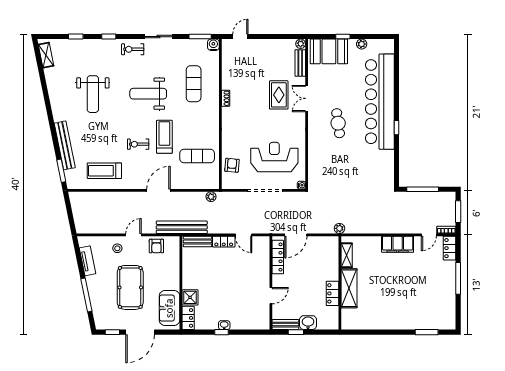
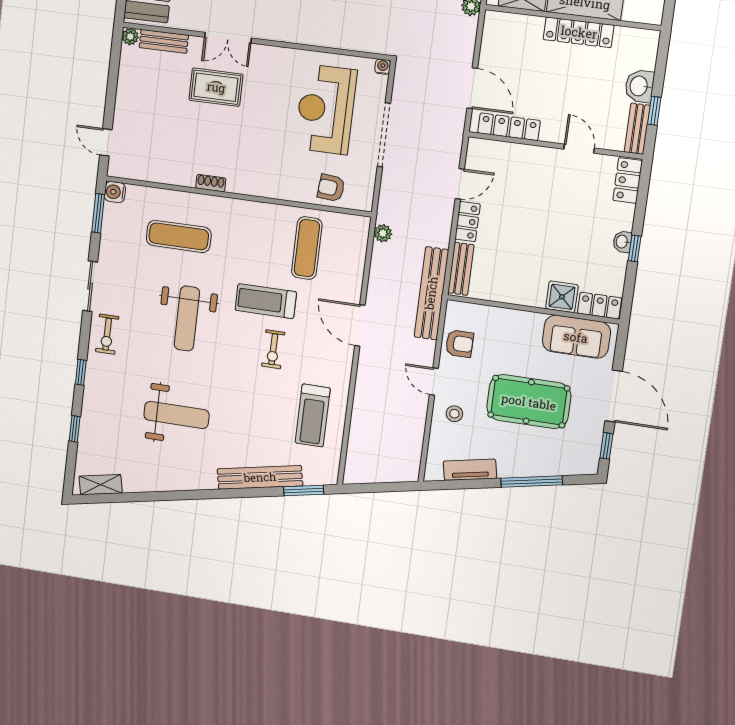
locker: (332, 293) -> (579, 32), width x1.53
locker: (257, 323) -> (628, 180), added

